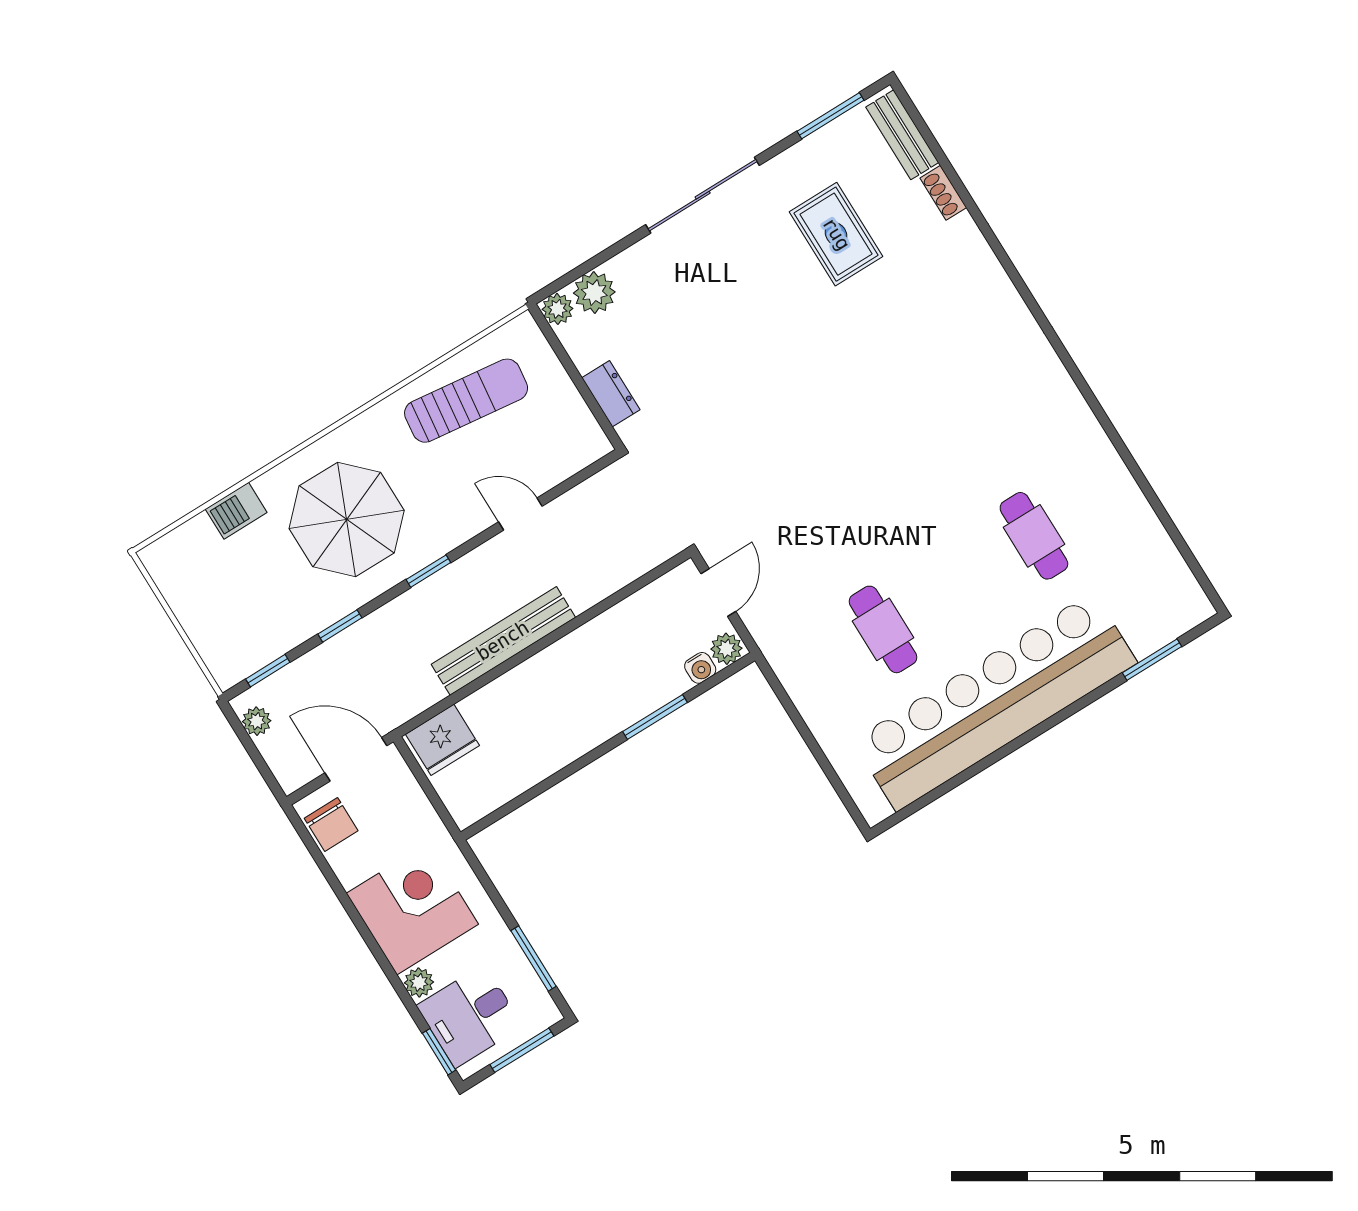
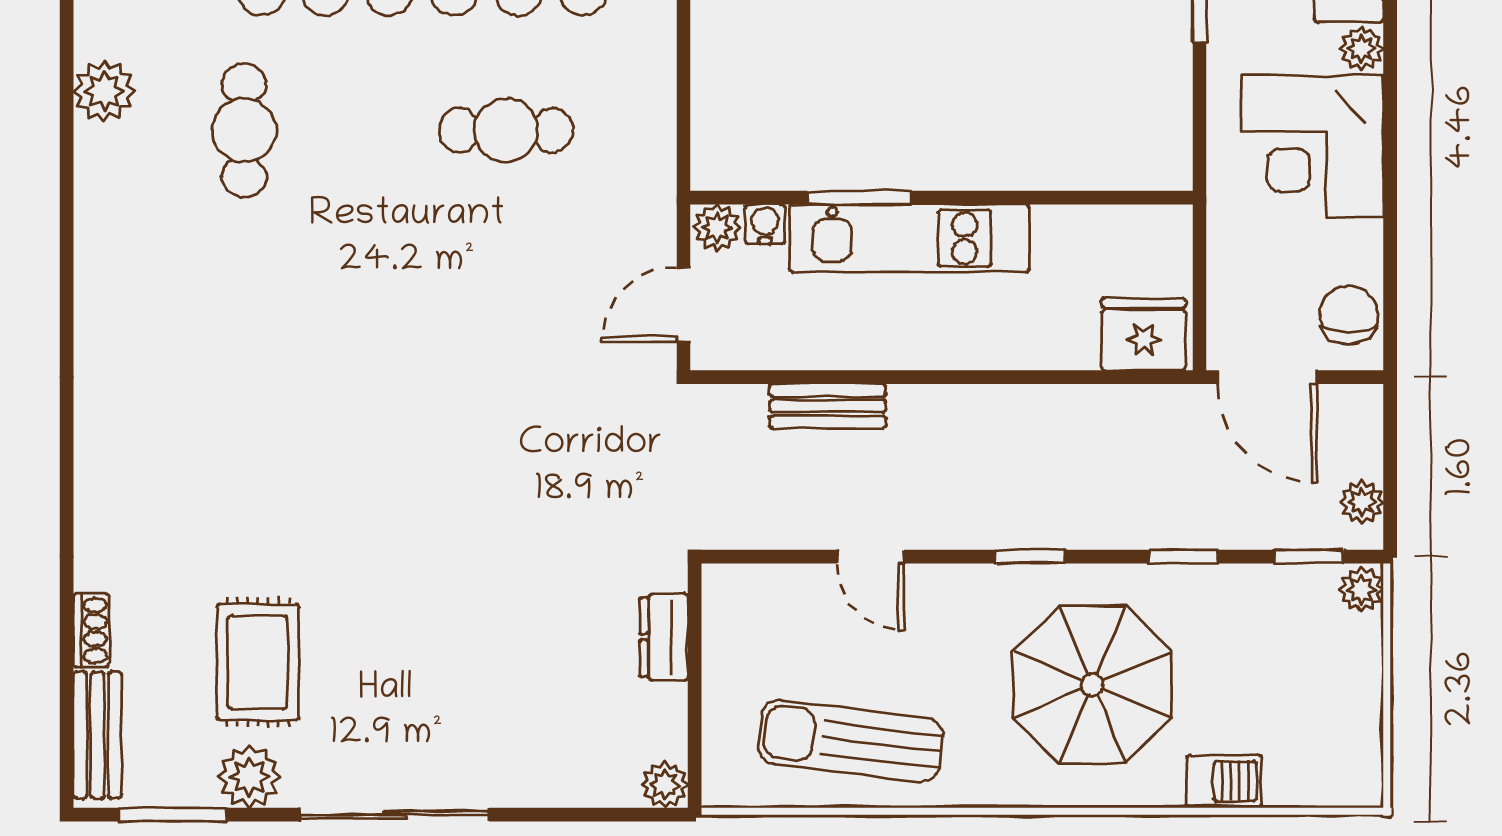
plant: (594, 293) -> (249, 777), moved
plant: (1129, 508) -> (104, 91), added
cafe table: (883, 629) -> (506, 130), turned 90
bench: (503, 641) -> (828, 406), moved, width x0.54, depth x0.82
plant: (226, 670) -> (1361, 590), added
kitchen unit: (612, 711) -> (909, 238), added

